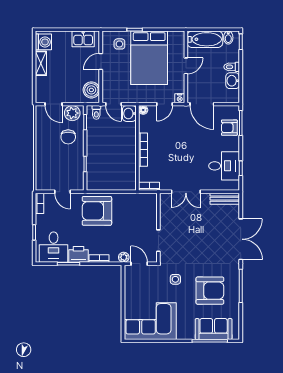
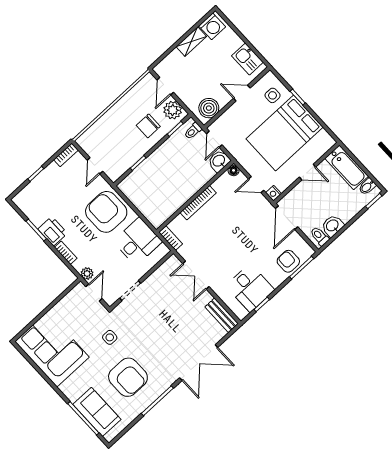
toilet: (232, 67) -> (319, 236), moved
desk: (54, 247) -> (138, 241), moved, turned 180

